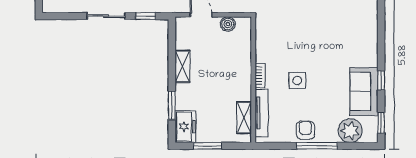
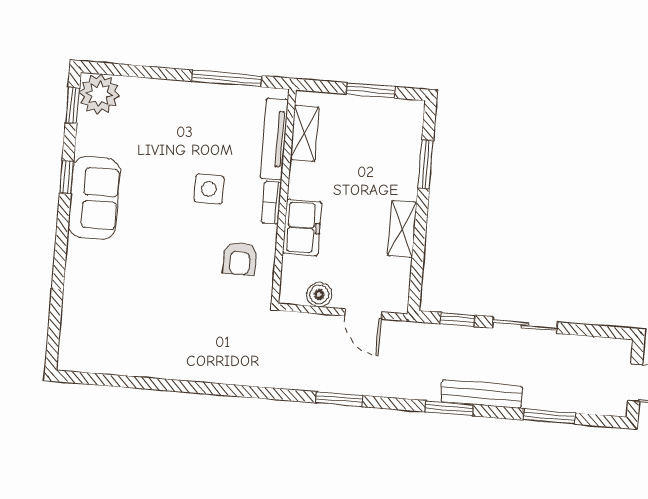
sofa: (364, 91) -> (94, 198), moved
freezer: (185, 127) -> (302, 228), moved, turned 180
armchair: (305, 130) -> (240, 259), moved
plant: (350, 131) -> (99, 94), moved
window: (317, 146) -> (227, 79), moved

